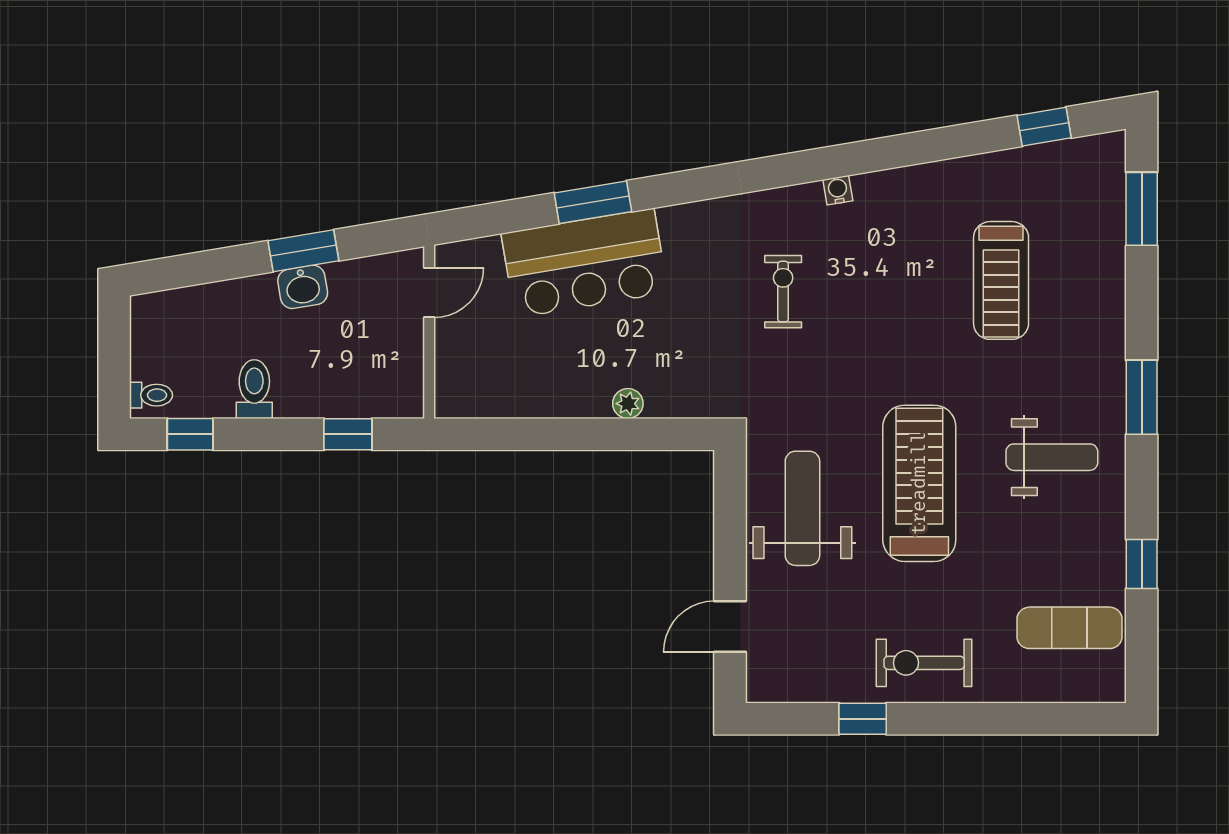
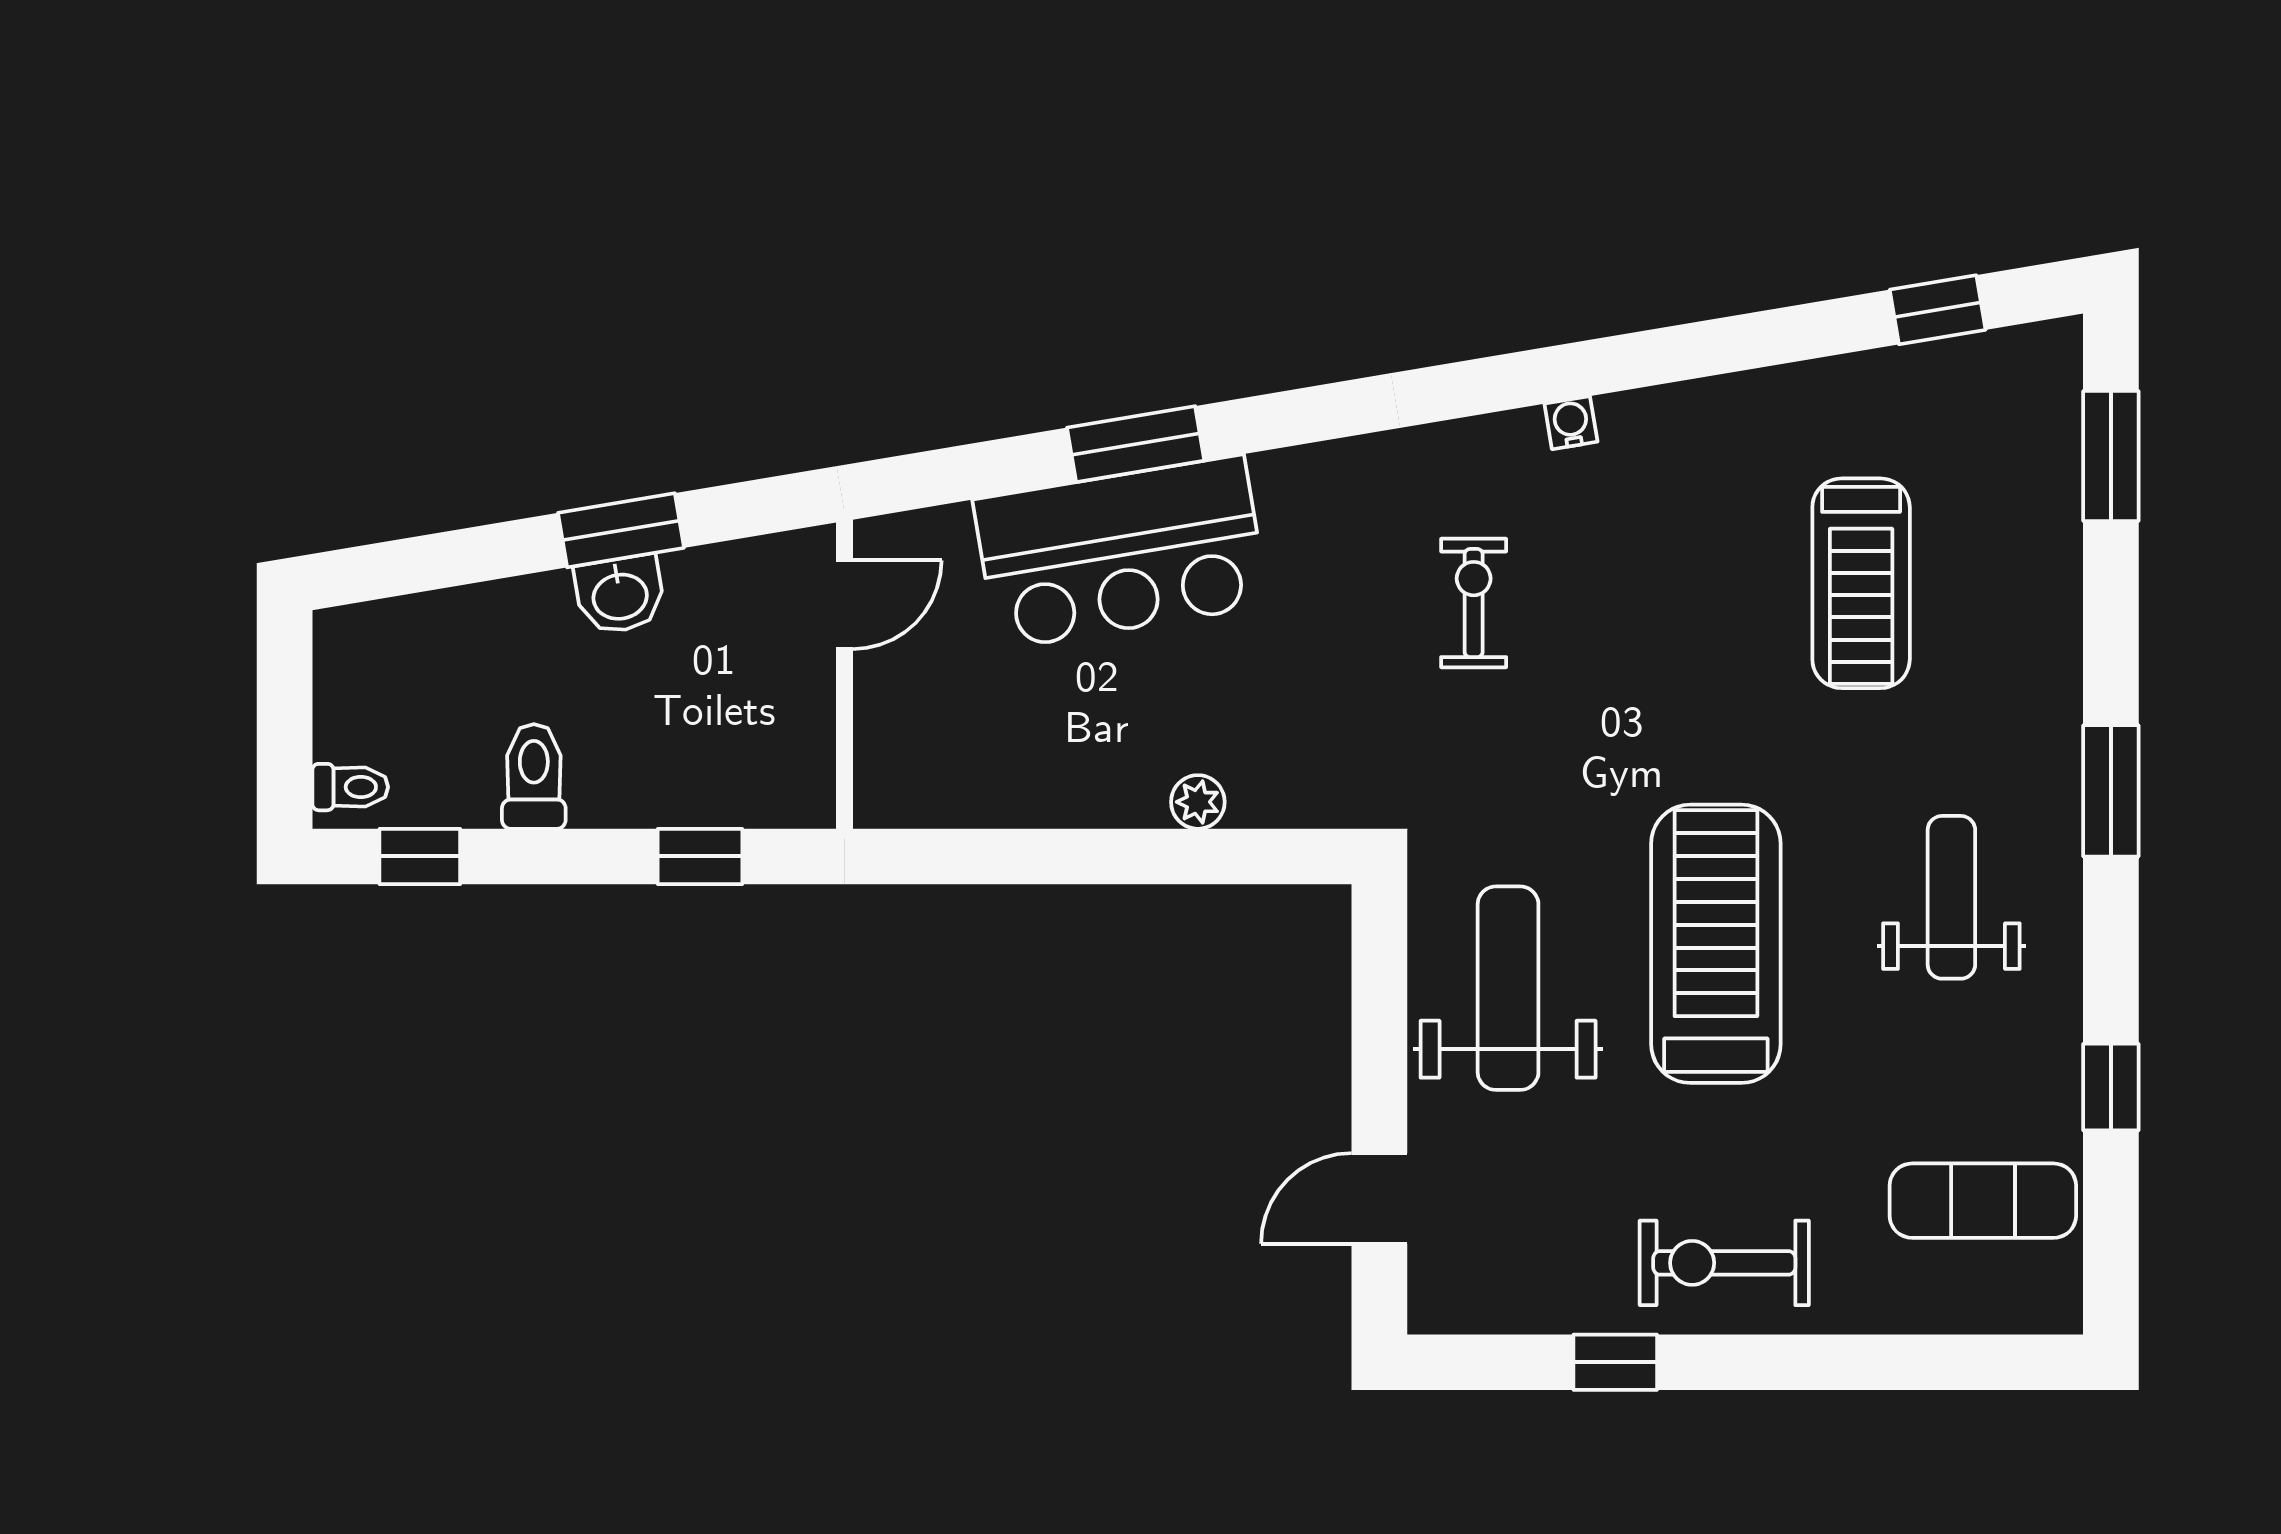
weight bench: (1052, 457) -> (1951, 897), turned -90

